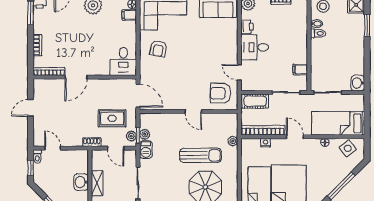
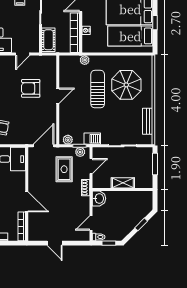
armchair: (220, 93) -> (31, 88), moved, turned 90
plant: (145, 134) -> (68, 140), moved
washbasin: (81, 182) -> (99, 198), moved, turned -90

